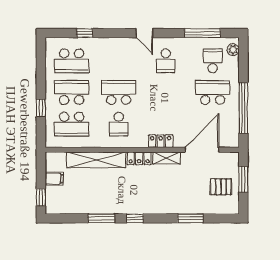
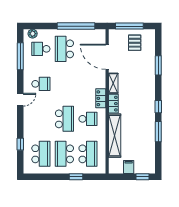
school desk: (119, 92) -> (64, 119), turned 180
locker: (161, 141) -> (101, 98), moved
window: (243, 180) -> (129, 26), width x1.44

